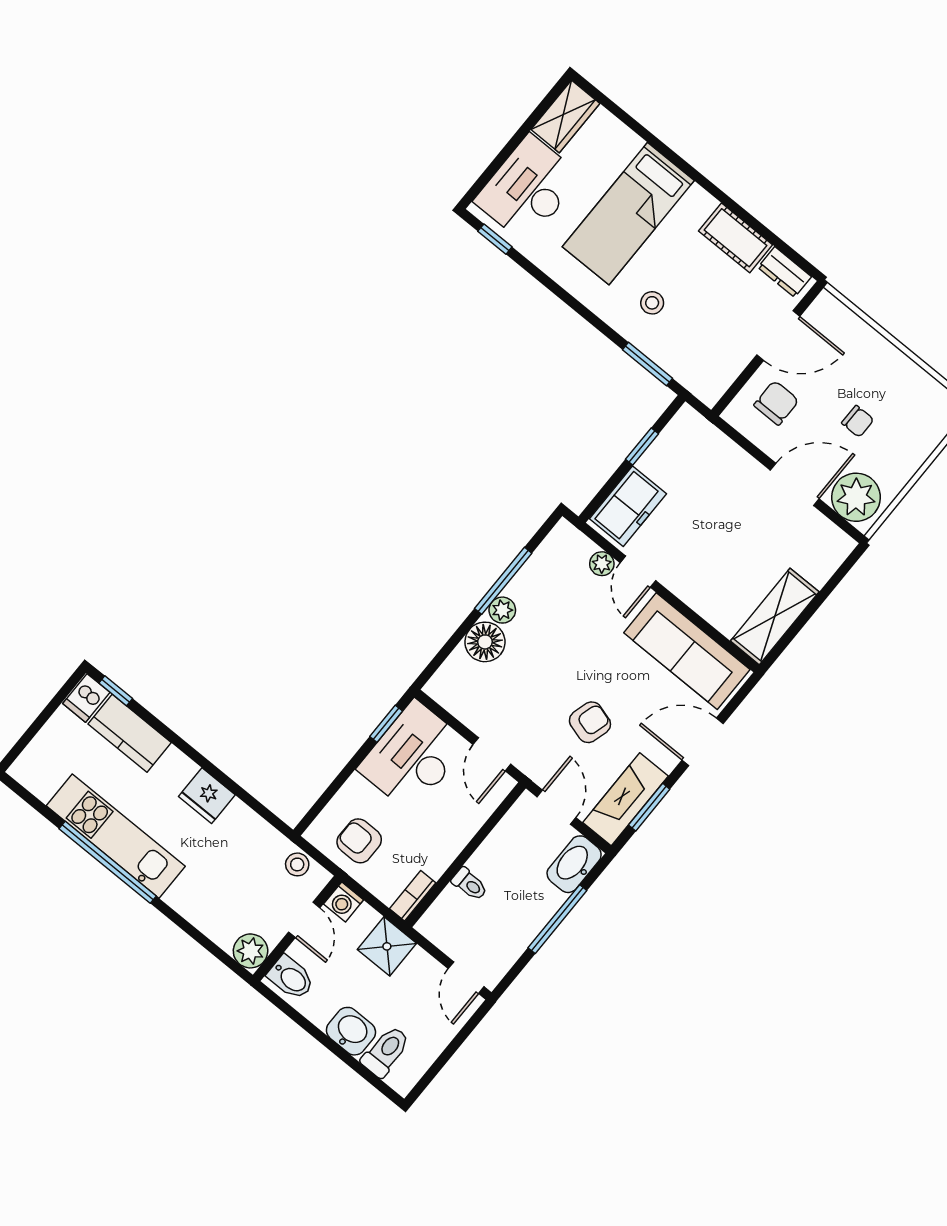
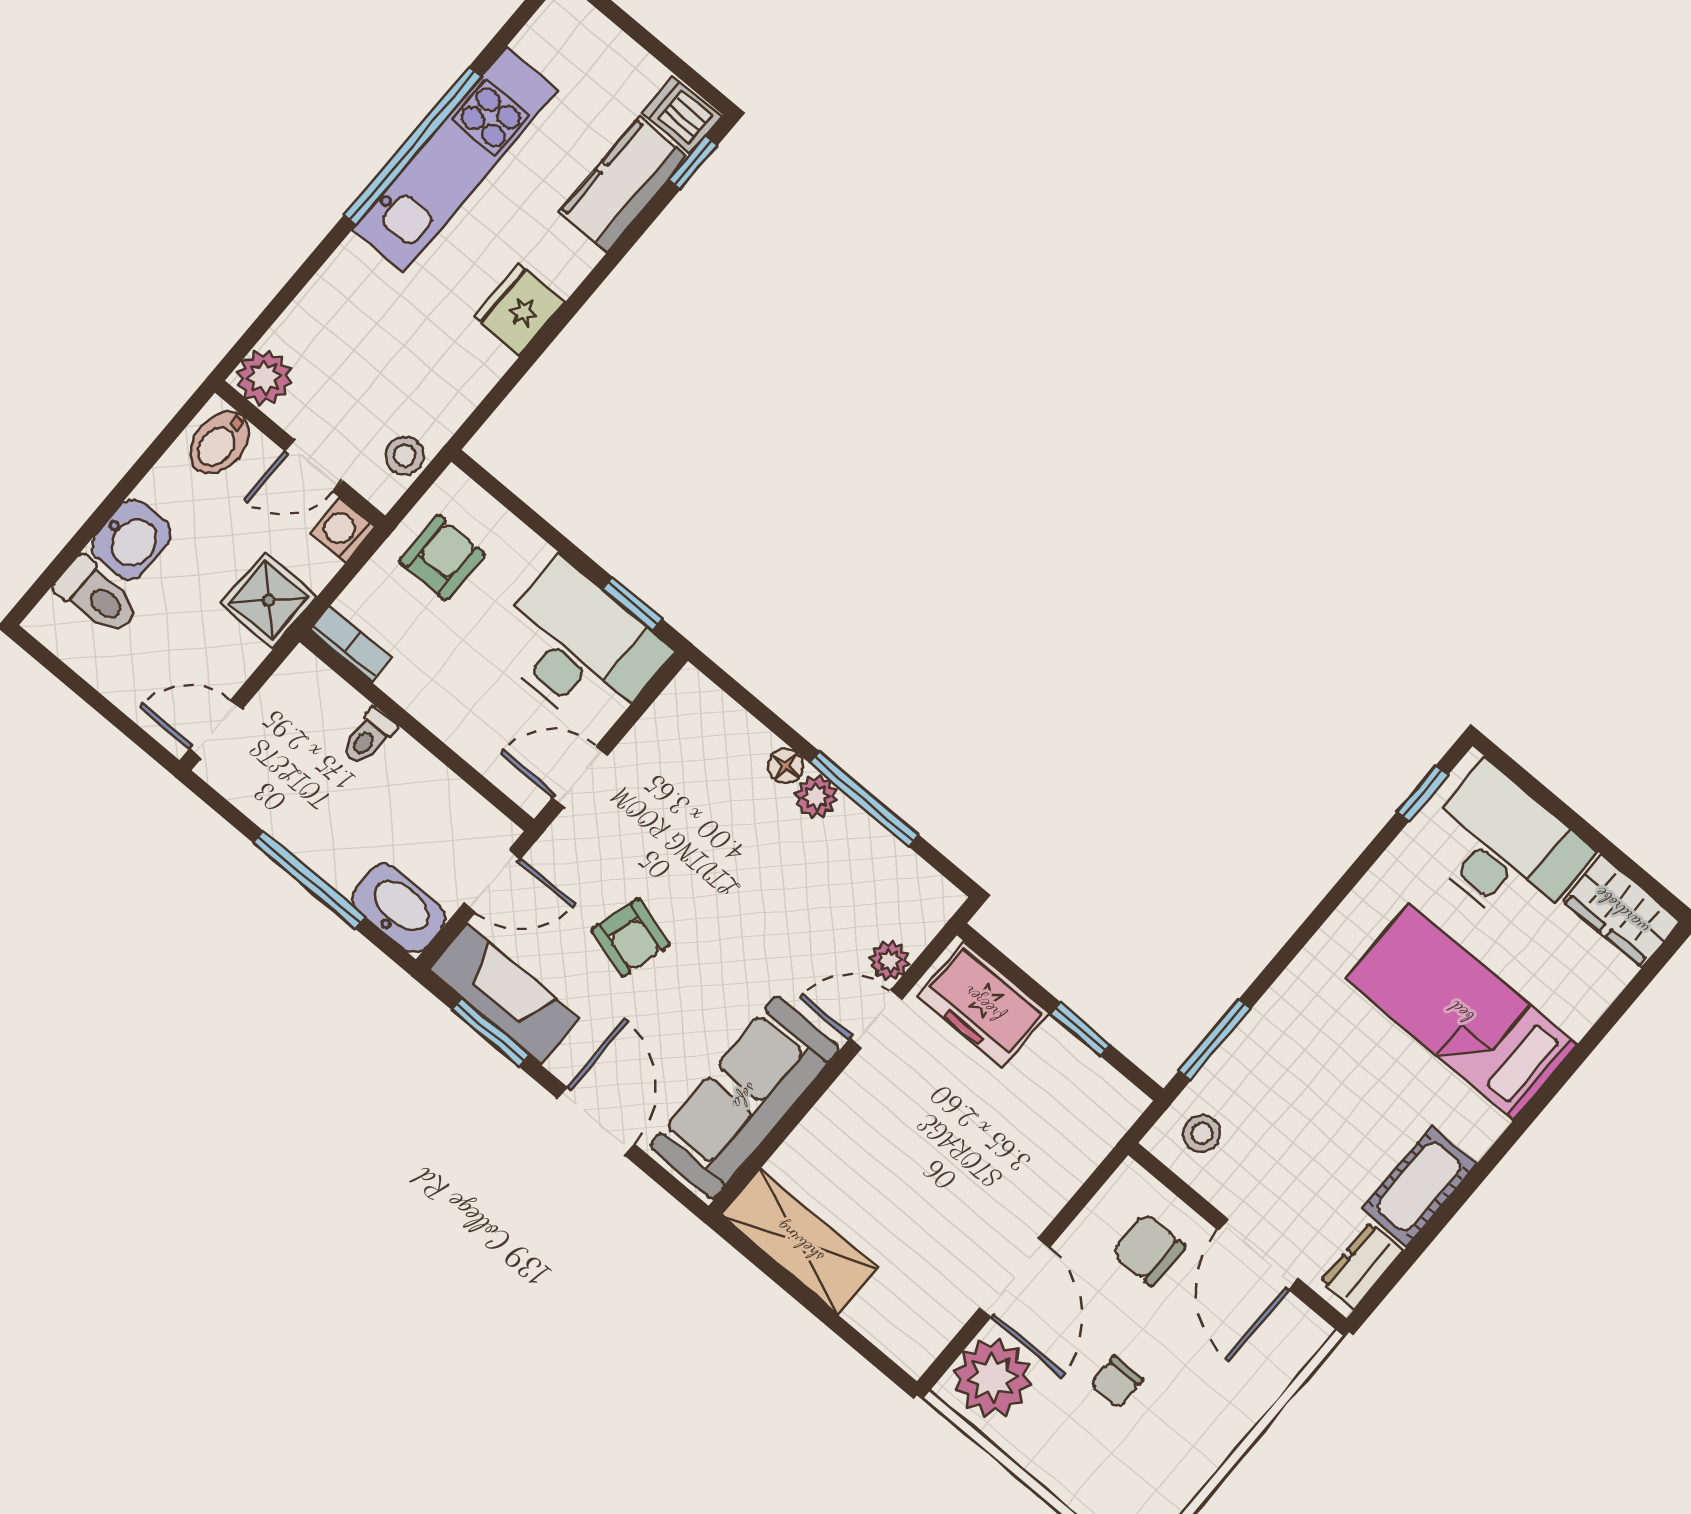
stool: (652, 303) -> (1202, 1133), moved
chair: (776, 403) -> (1148, 1250), turned 180
floor lamp: (485, 642) -> (786, 766), width x0.53, depth x0.53

